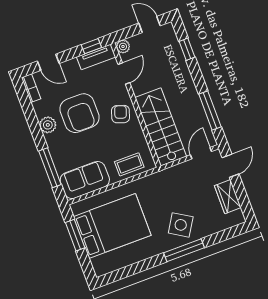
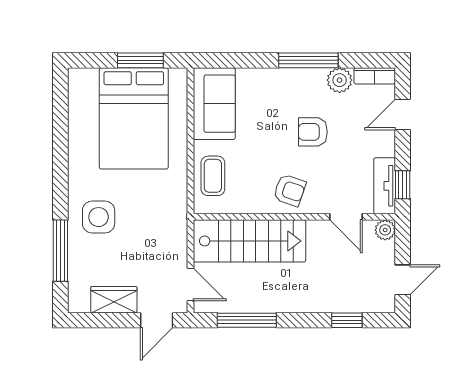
armchair: (80, 113) -> (313, 132), width x0.53, depth x0.53
plant: (48, 125) -> (340, 80), moved
door: (231, 166) -> (157, 320), hinge flipped
window: (50, 168) -> (308, 60), moved
side table: (181, 225) -> (99, 217), turned -32
window: (184, 250) -> (60, 251), moved

